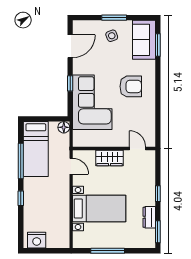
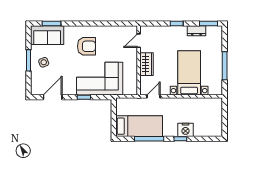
door: (70, 46) -> (53, 97), hinge flipped
armchair: (131, 86) -> (86, 46), turned 90
floor lamp: (64, 127) -> (121, 103), removed
nightstand: (37, 240) -> (186, 130), moved, turned 90

